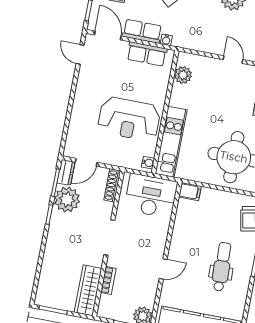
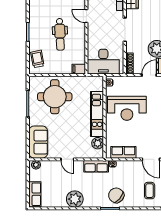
row of seats: (142, 31) -> (96, 166), moved
reception desk: (129, 119) -> (127, 108), turned 180
kitchen unit: (171, 142) -> (97, 114), moved
dental chair: (222, 267) -> (60, 34), moved
door: (163, 269) -> (86, 16), hinge flipped

